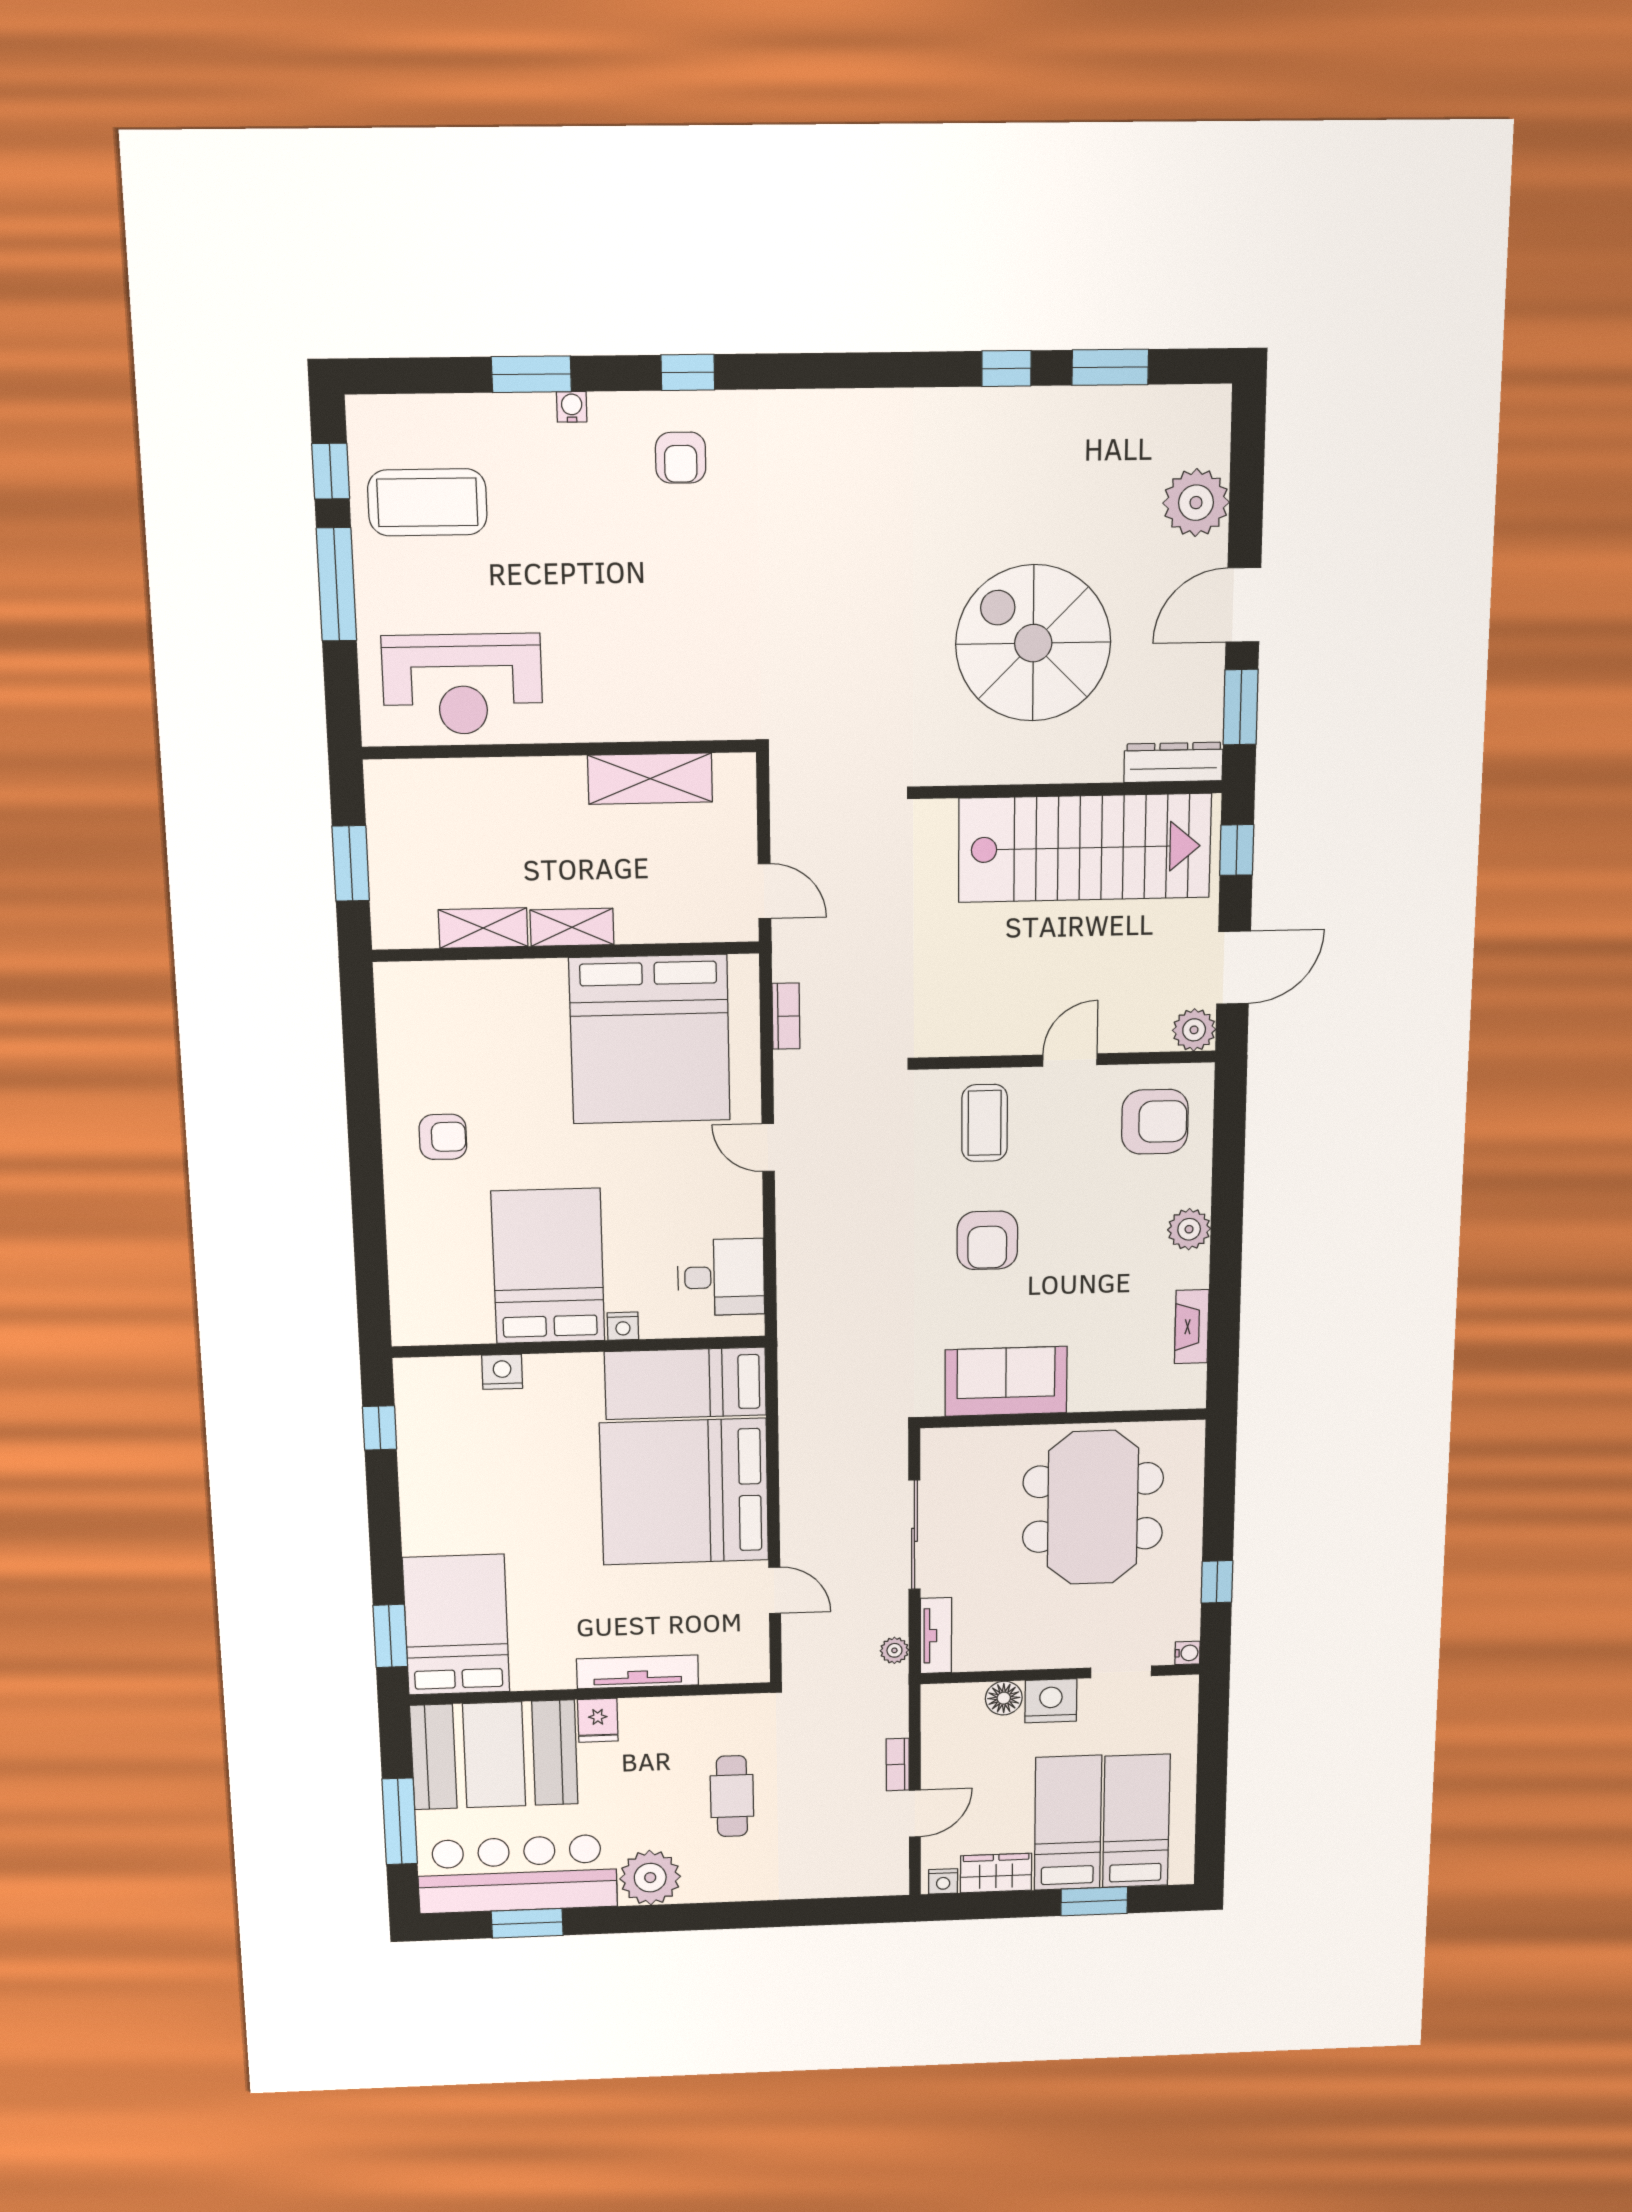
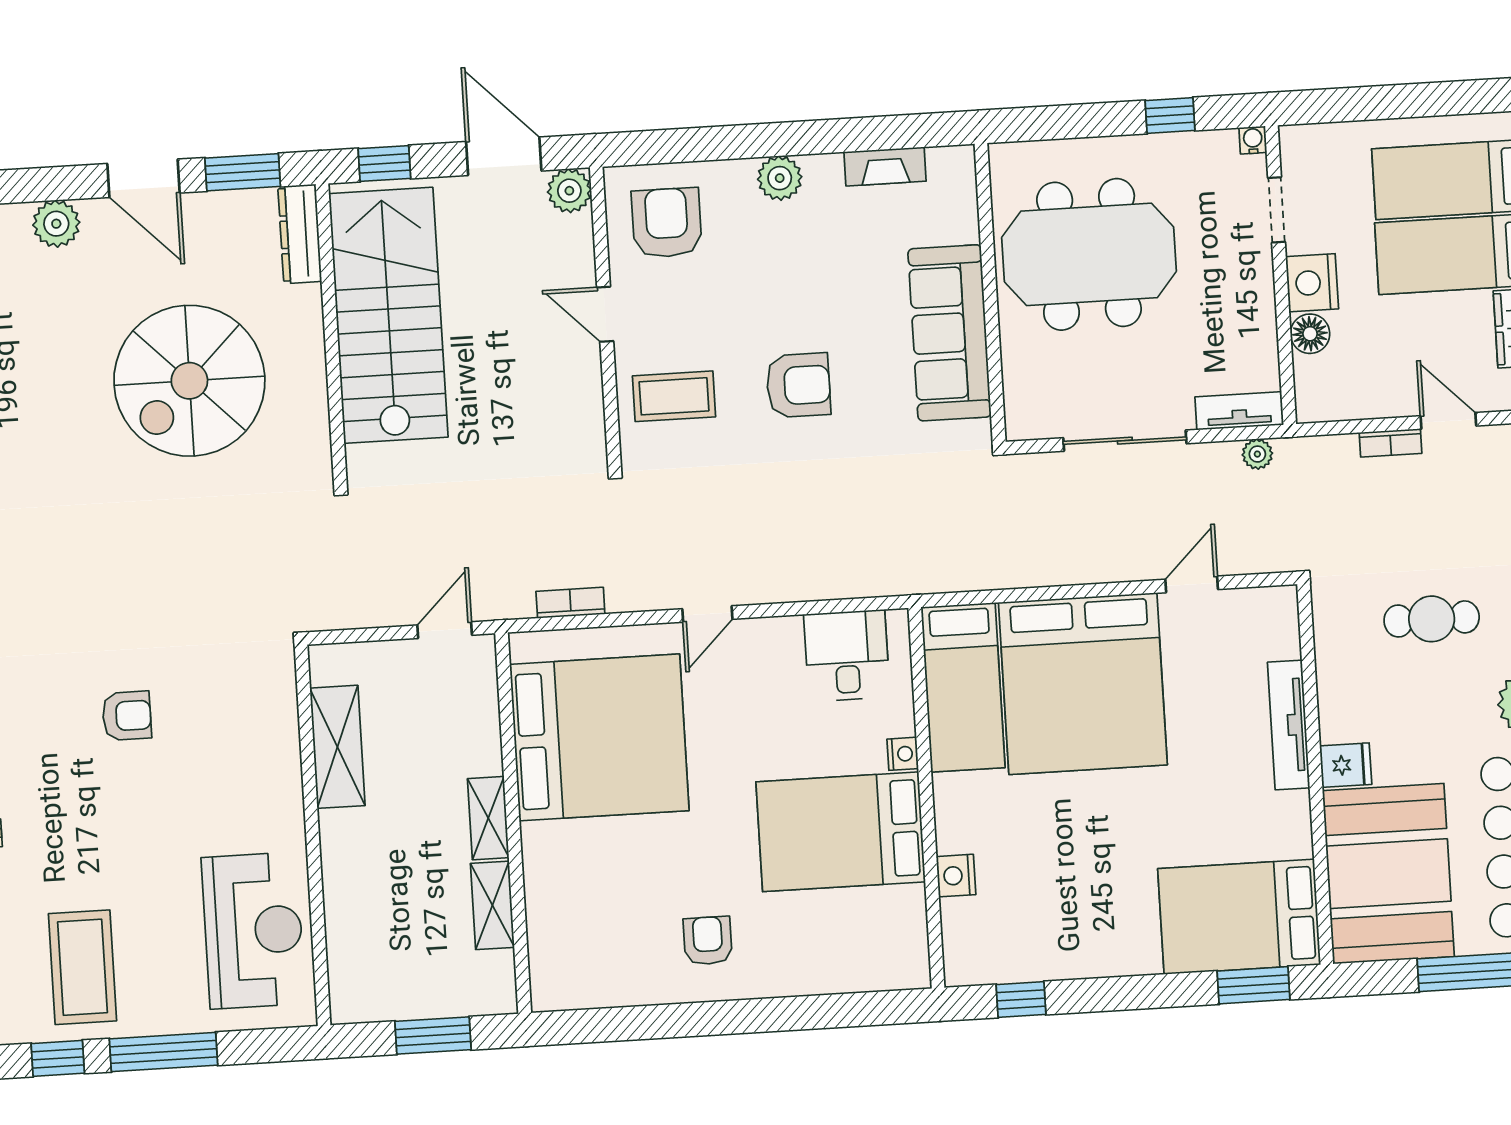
armchair: (681, 458) -> (127, 716), moved
plant: (1196, 503) -> (56, 224), width x0.73, depth x0.73
sofa: (1006, 1381) -> (950, 333), width x1.36

